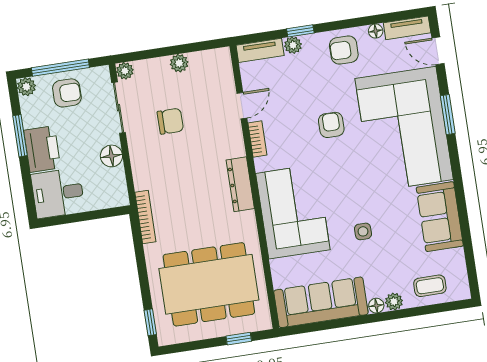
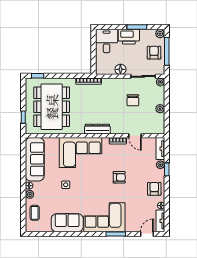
armchair: (67, 93) -> (154, 53), turned 180
corner sofa: (404, 129) -> (104, 217), width x0.73, depth x0.74

